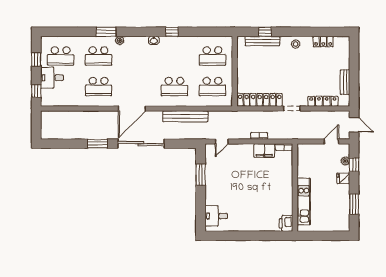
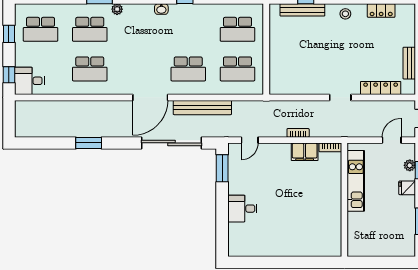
desk: (52, 78) -> (29, 81), moved
locker: (260, 100) -> (299, 86), removed
door: (132, 109) -> (150, 97), moved
sliding door: (141, 144) -> (171, 143), moved
window: (201, 175) -> (222, 168), moved
kitchen unit: (304, 202) -> (356, 181), moved
desk: (216, 216) -> (242, 209), moved
printer: (286, 223) -> (333, 246), removed

